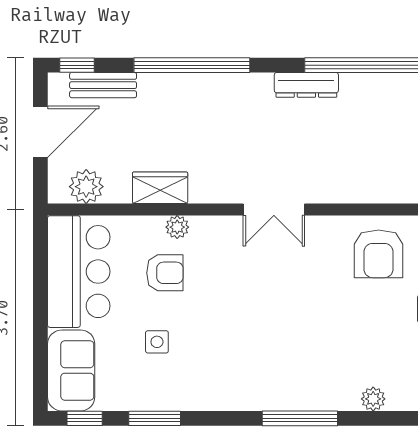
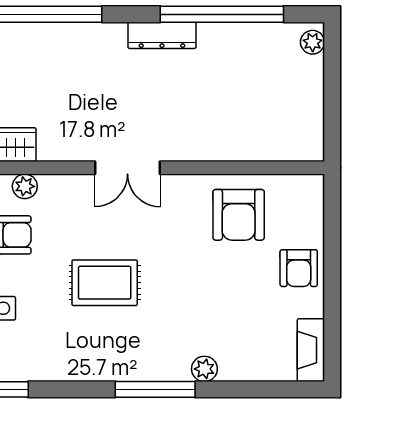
rug: (252, 318) -> (105, 283), added
plant: (373, 399) -> (204, 369), moved

